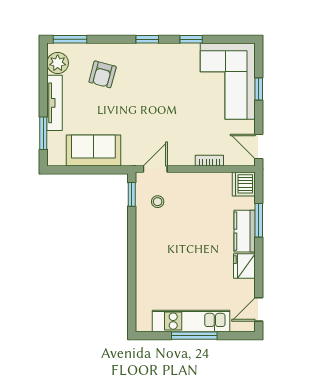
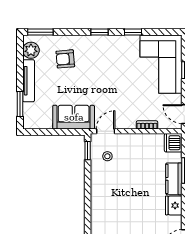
armchair: (103, 74) -> (65, 59), turned 70
sofa: (93, 151) -> (74, 117), moved

